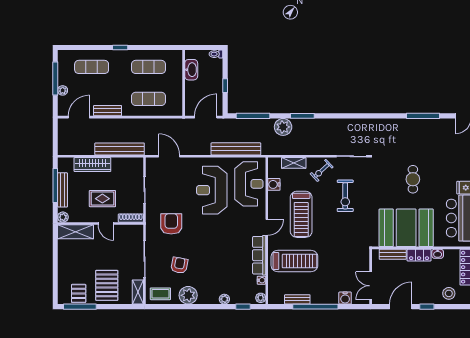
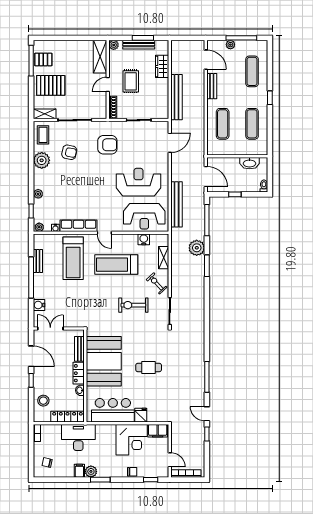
wardrobe: (92, 165) -> (162, 66), width x0.67
window: (55, 185) -> (143, 38), width x0.69

